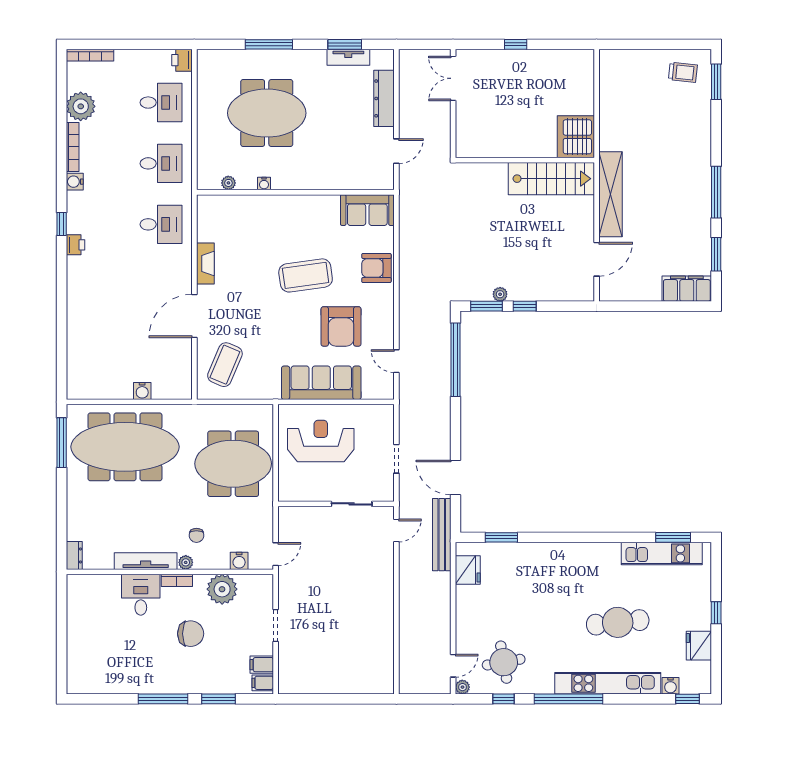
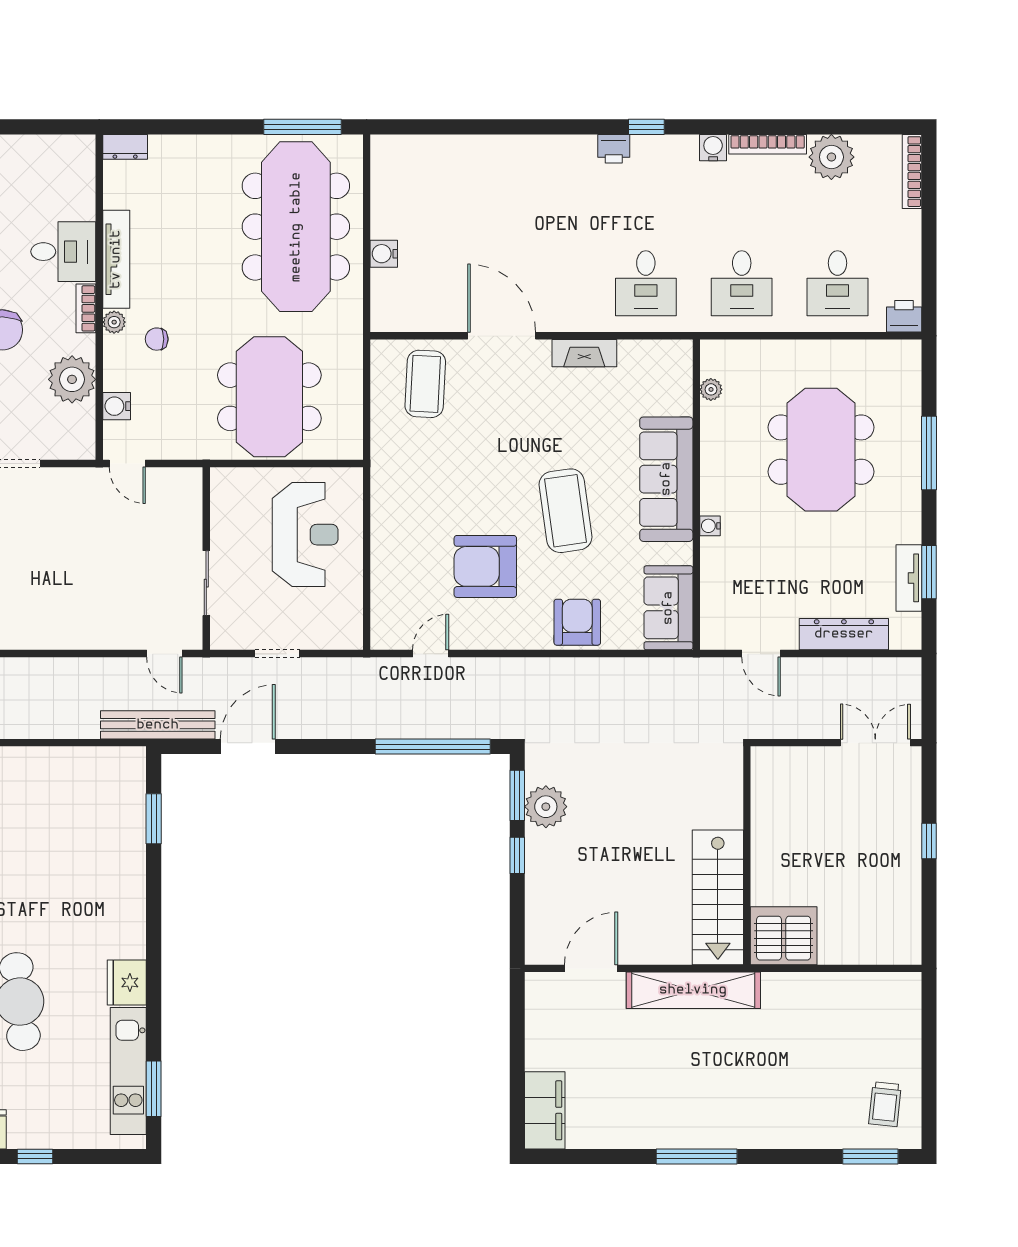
water cooler: (264, 184) -> (710, 526), moved
window: (716, 254) -> (599, 1156), removed
door: (597, 259) -> (591, 968), swing flipped
plant: (500, 294) -> (546, 807), width x1.88, depth x1.88
coffee table: (225, 365) -> (425, 384), turned 70
sofa: (321, 383) -> (666, 479), moved, turned 180
fridge: (468, 570) -> (127, 982), moved, turned 90

